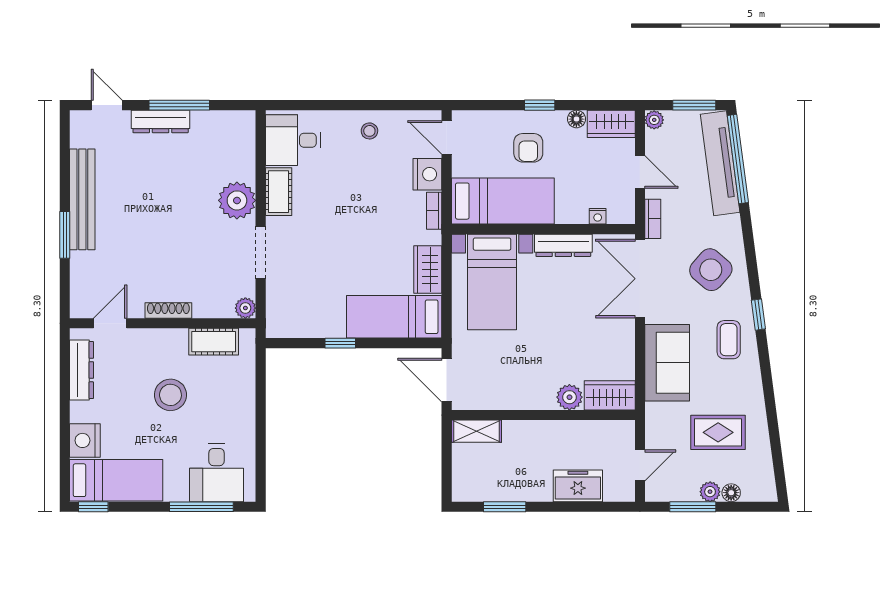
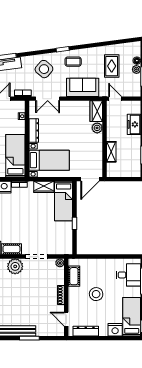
double door: (640, 279) -> (48, 99), width x0.73
shelving: (476, 431) -> (111, 152), moved
door: (640, 465) -> (115, 99), moved

